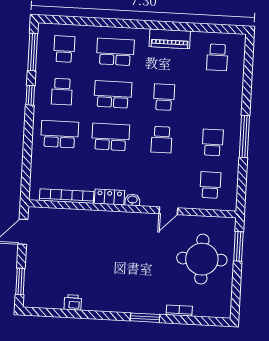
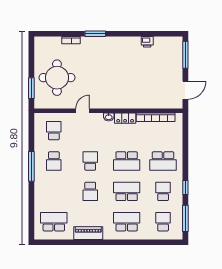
school desk: (64, 49) -> (163, 222), turned 180
school desk: (115, 52) -> (127, 222), turned 180
school desk: (217, 57) -> (54, 222), width x1.85
school desk: (113, 94) -> (127, 191), turned 180
school desk: (210, 185) -> (54, 131), turned 180
window: (20, 281) -> (185, 55), width x1.44

